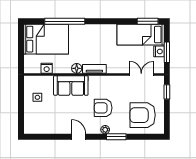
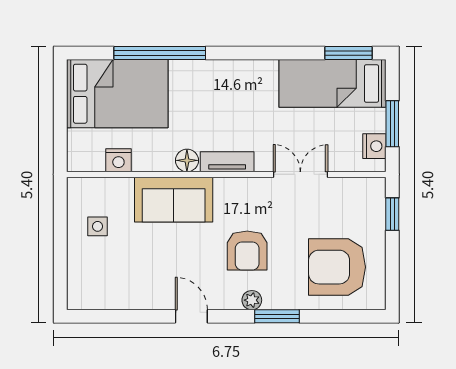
nightstand: (159, 51) -> (374, 146), moved
double door: (141, 74) -> (300, 174), moved
armchair: (103, 108) -> (247, 250), turned -90

